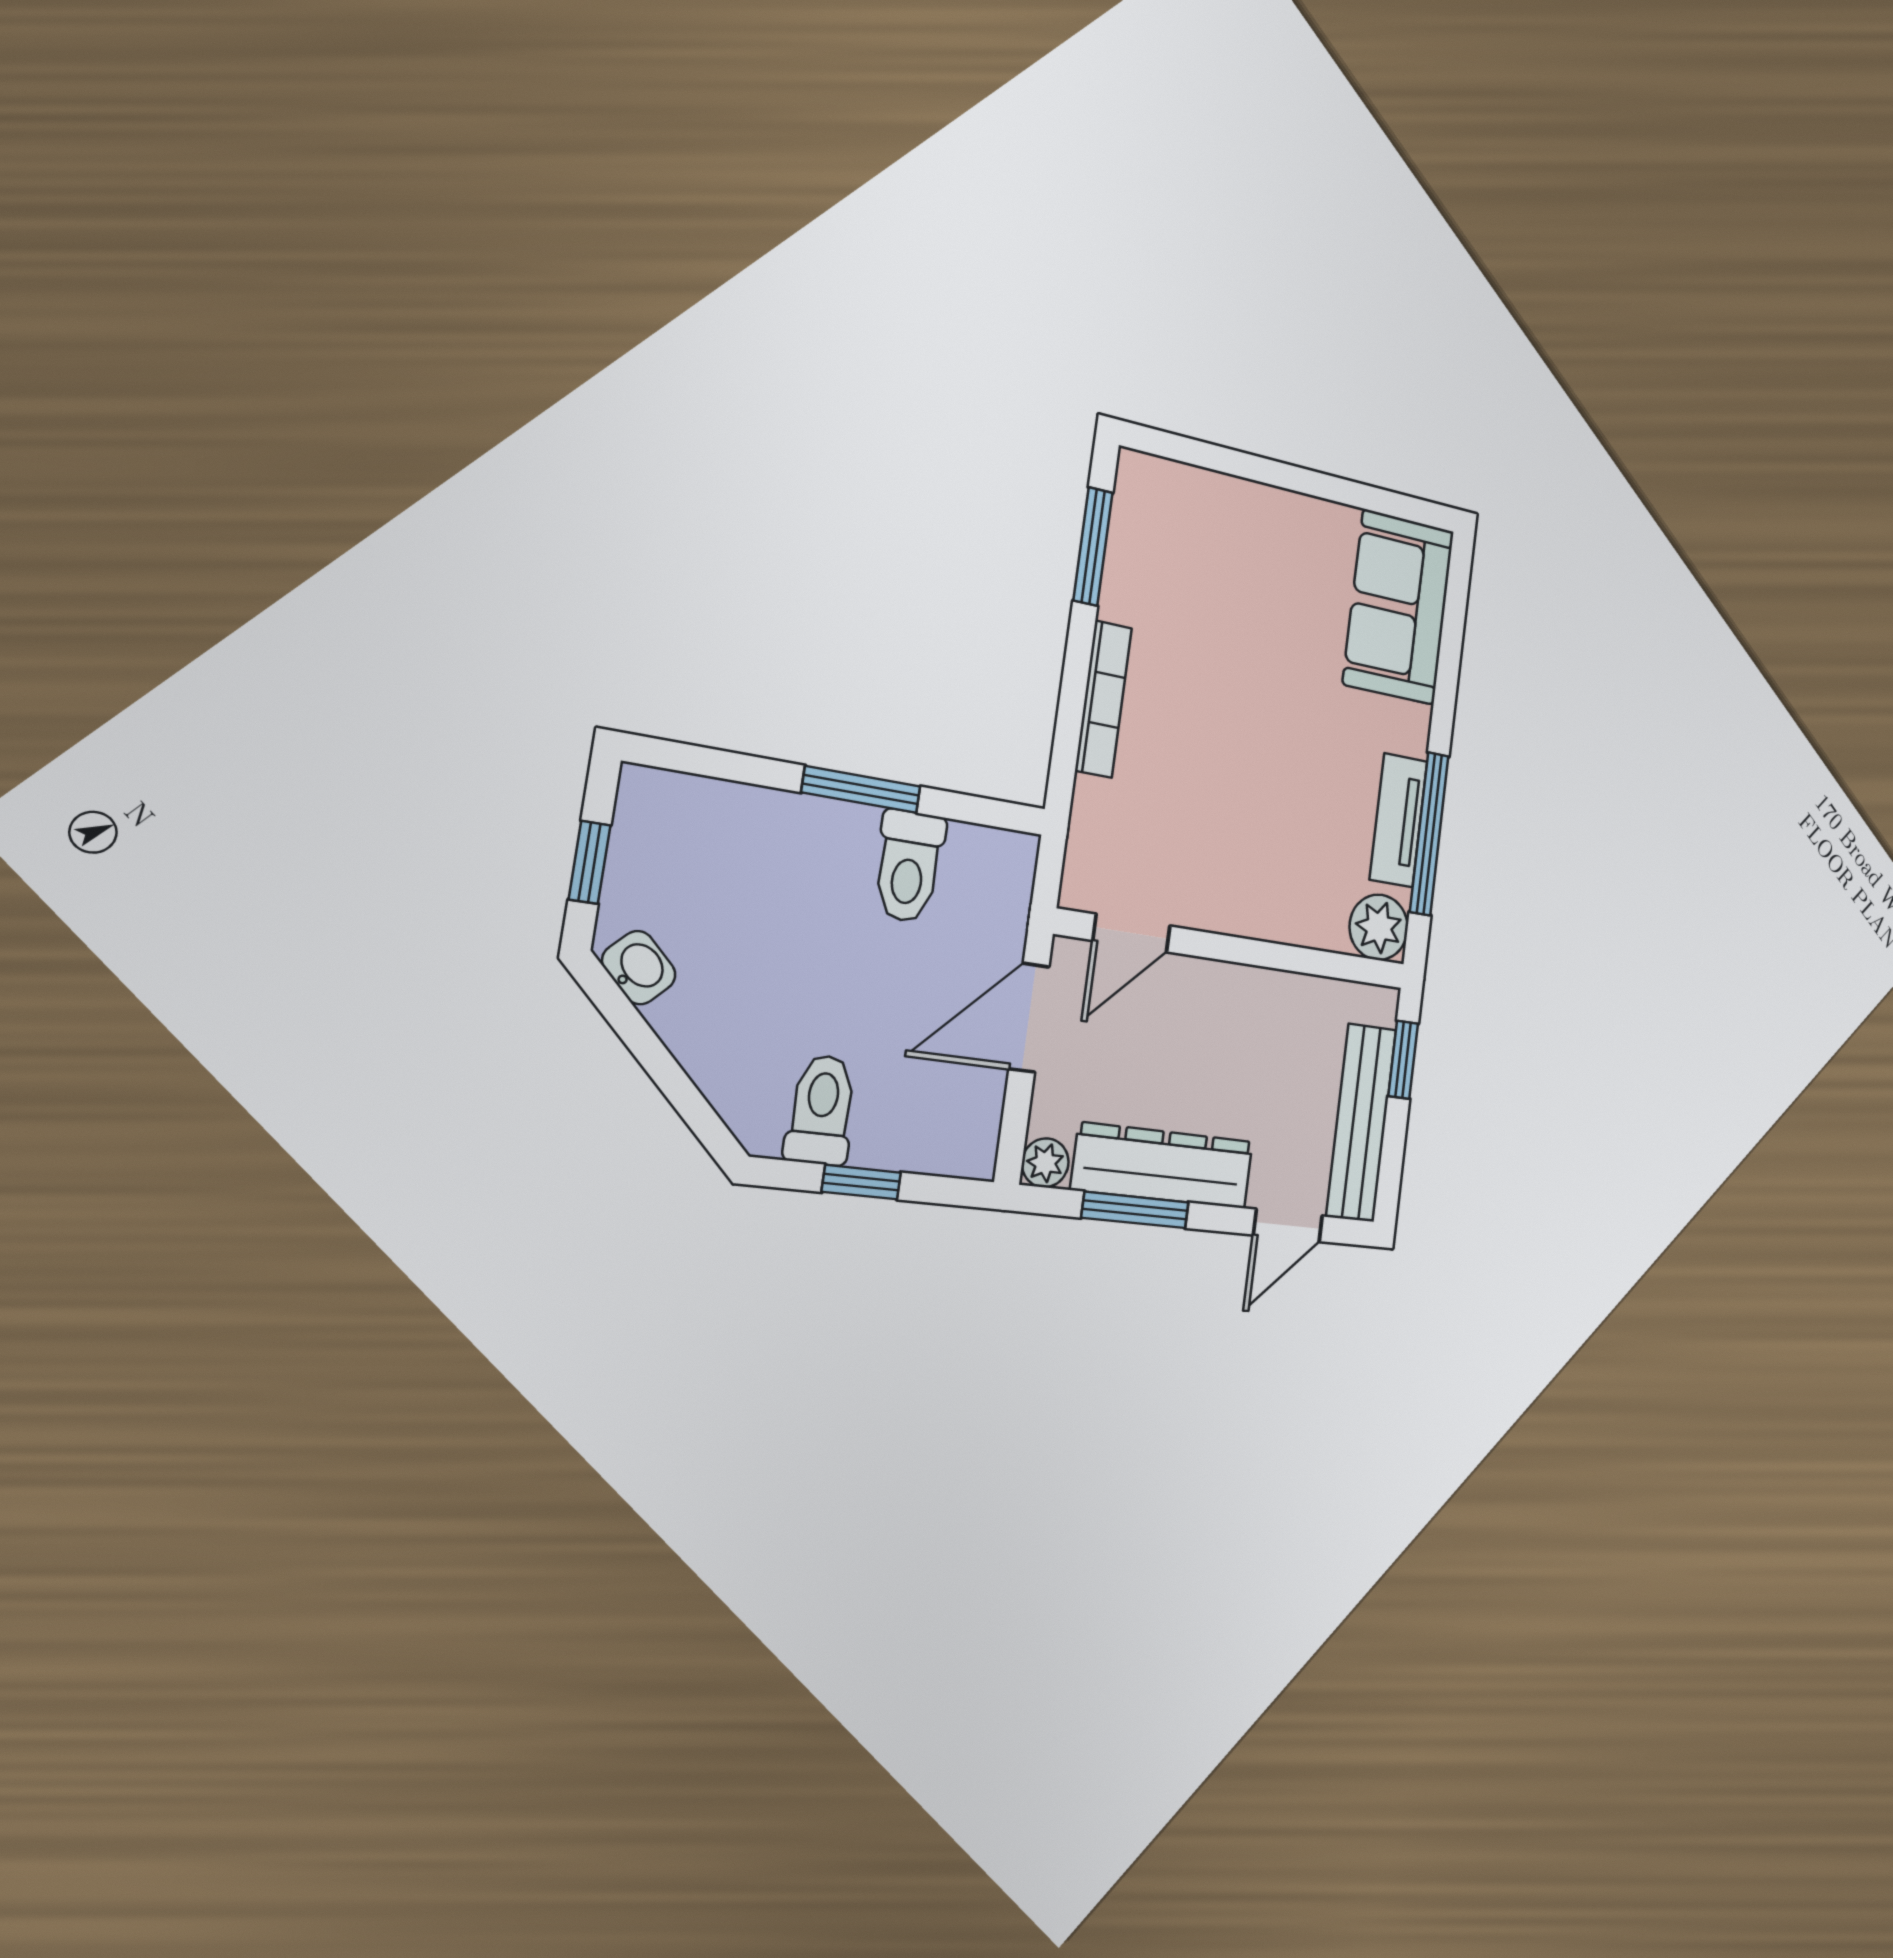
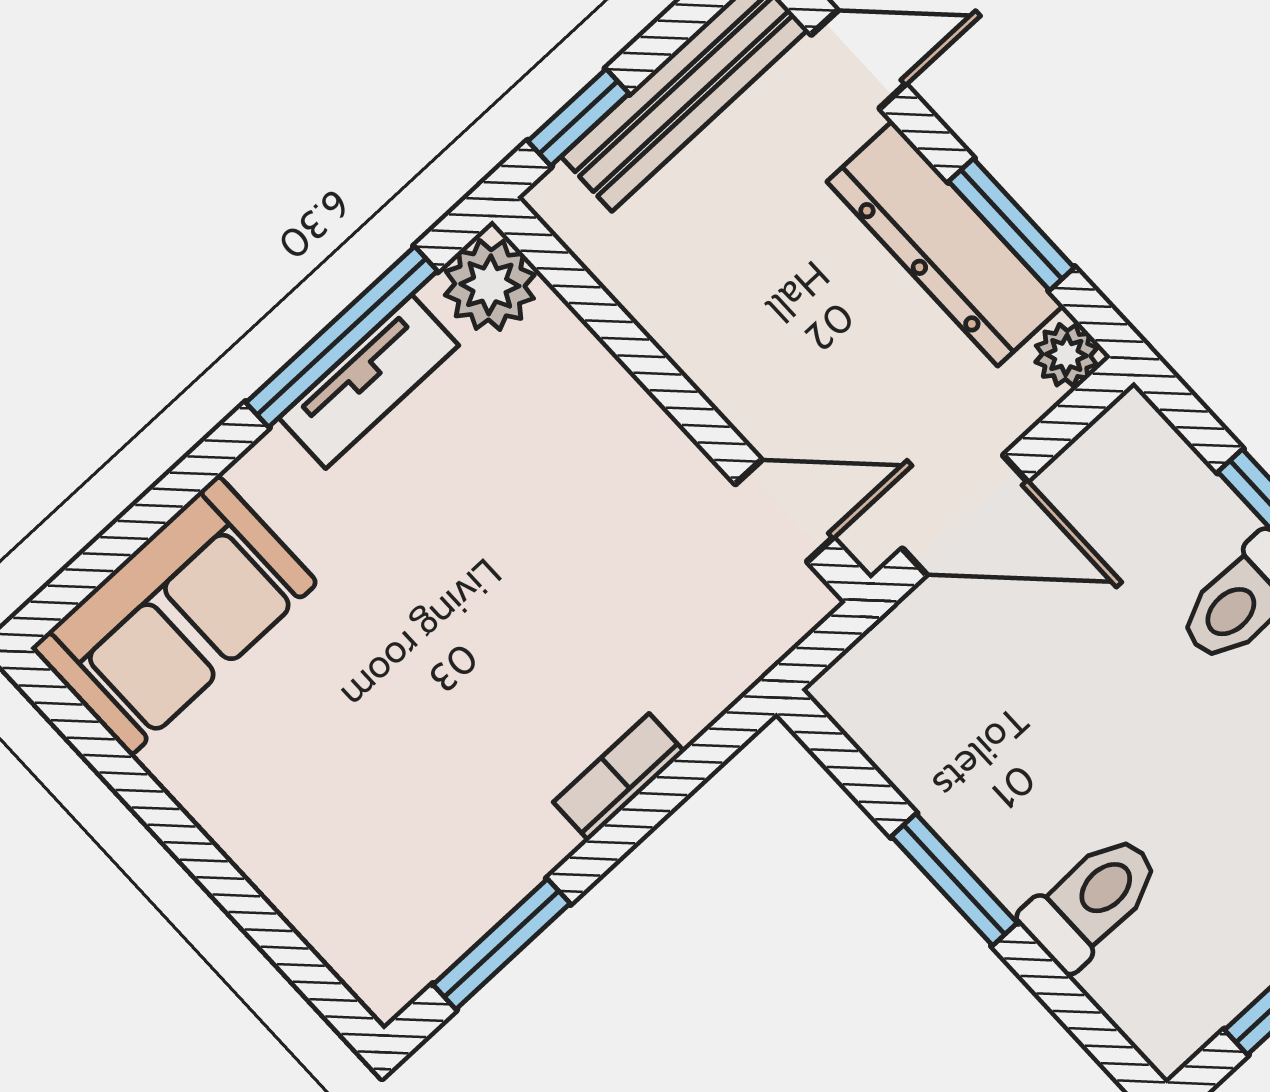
bookcase: (1103, 699) -> (619, 777), width x0.64
toilet: (909, 866) -> (1091, 901), moved

